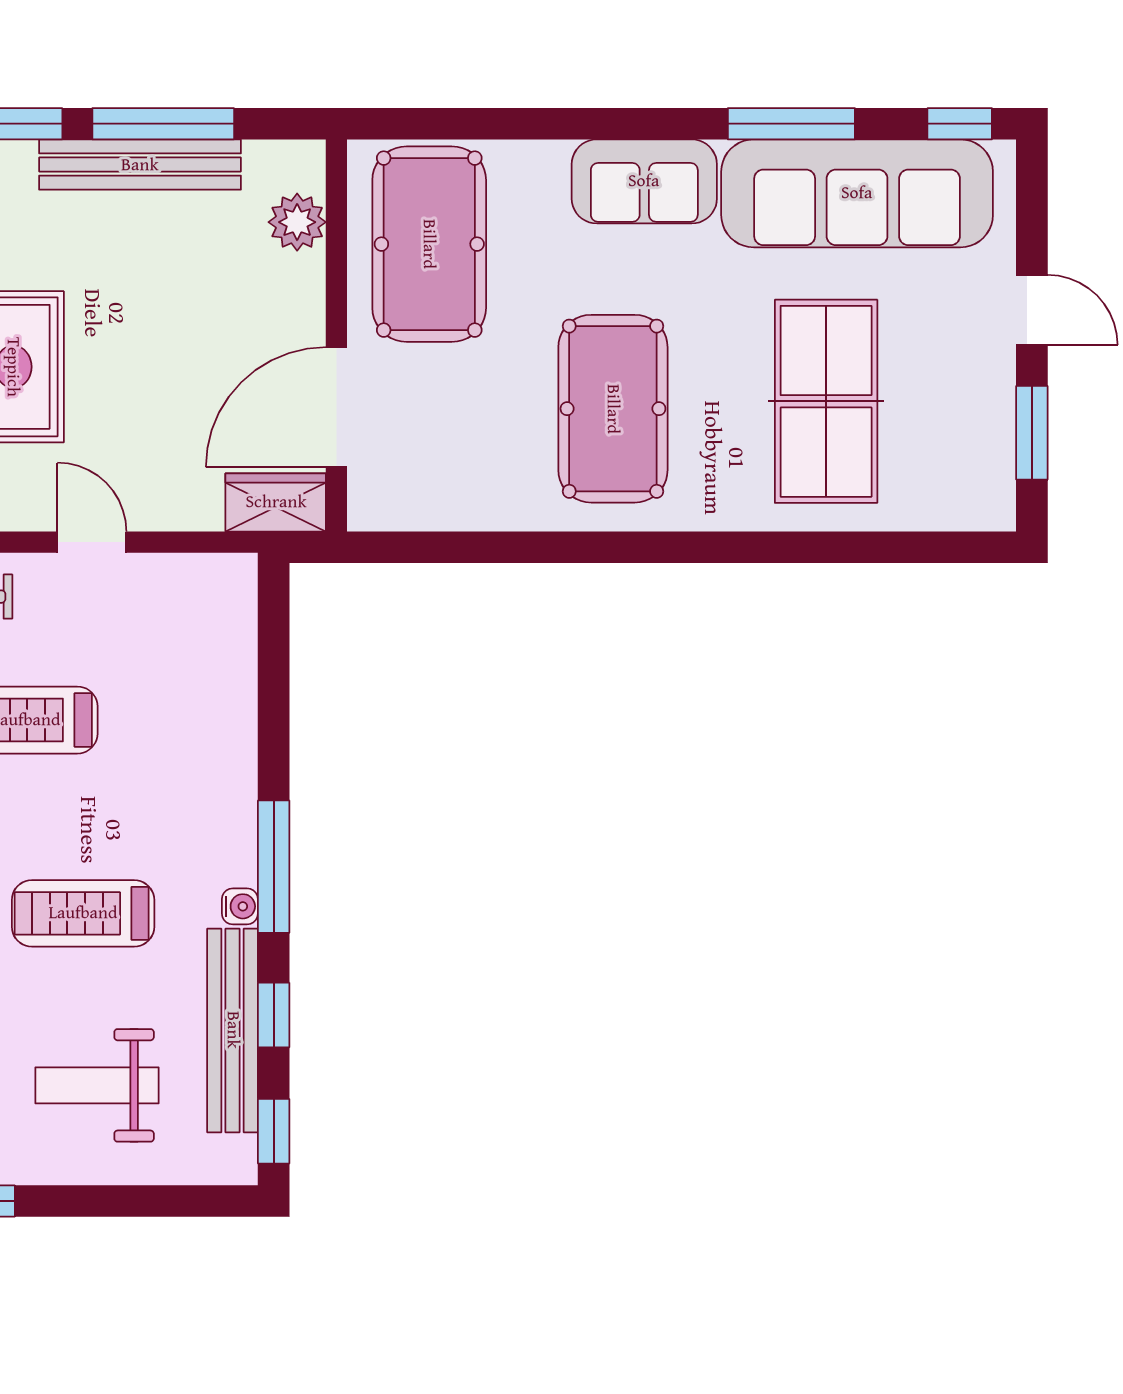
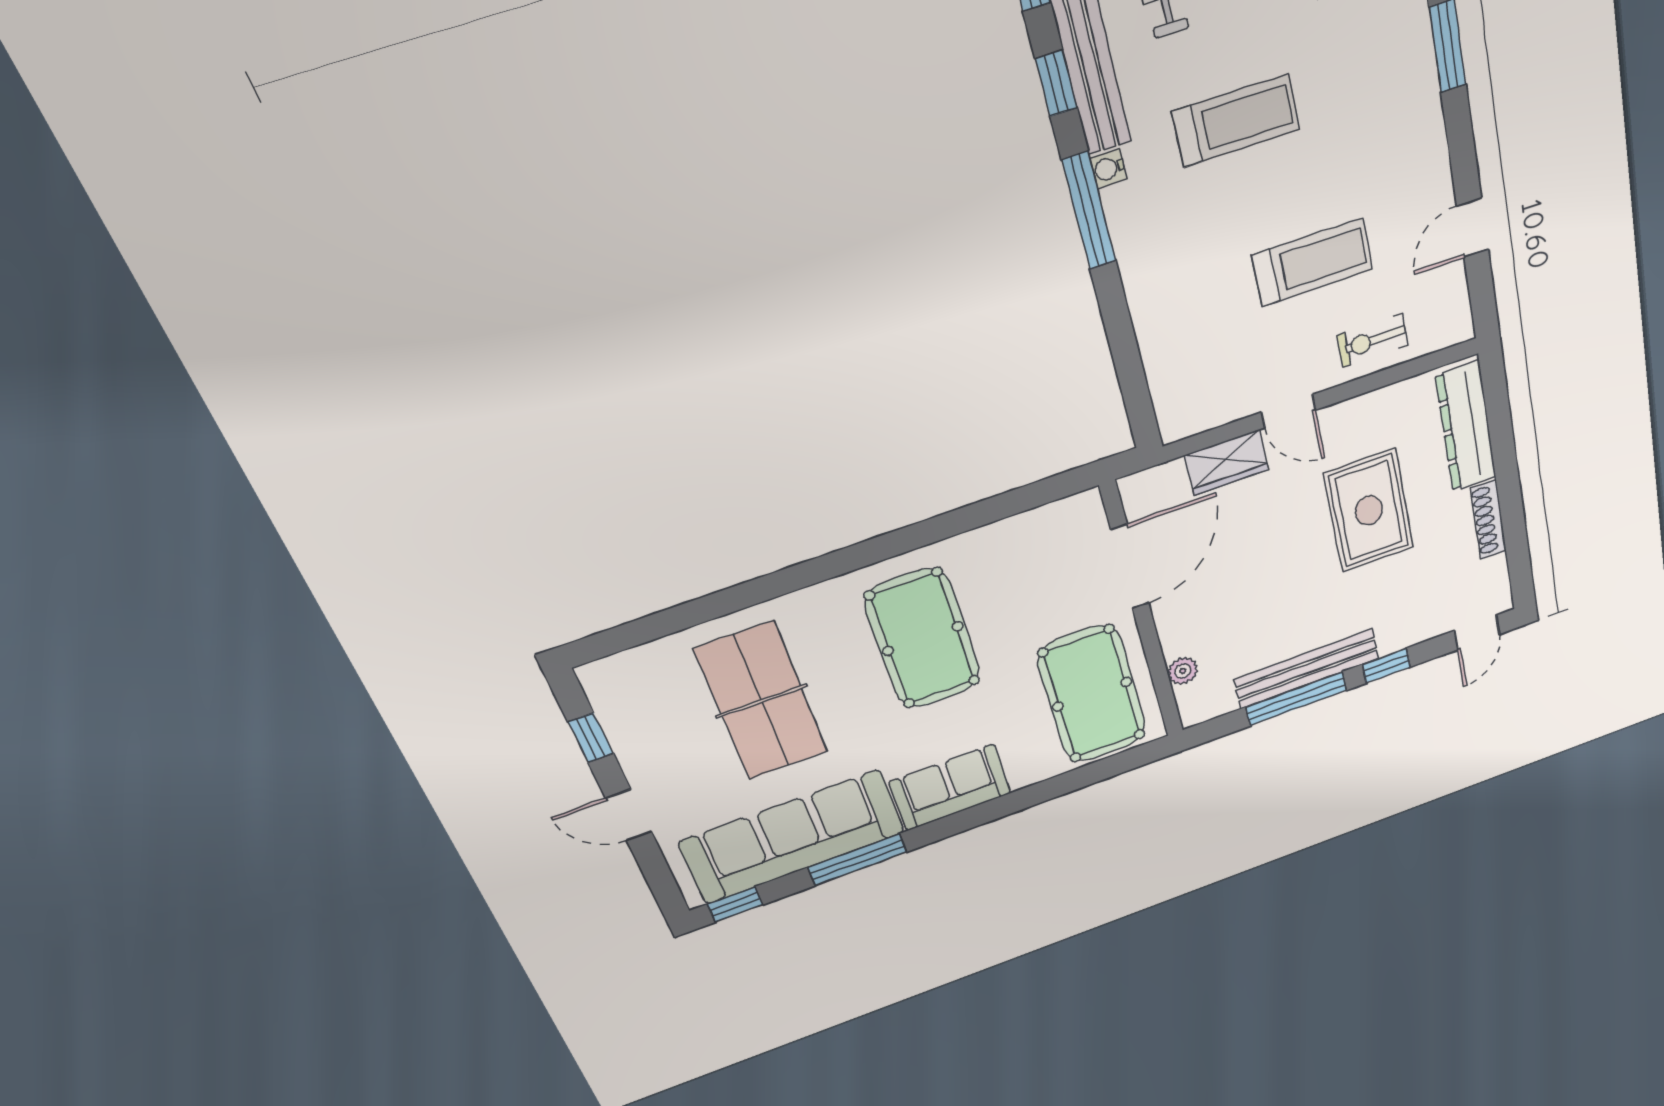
plant: (297, 222) -> (1183, 671), width x0.73, depth x0.73
window: (1032, 433) -> (591, 738), width x0.67
wardrobe: (276, 502) -> (1227, 462), moved

